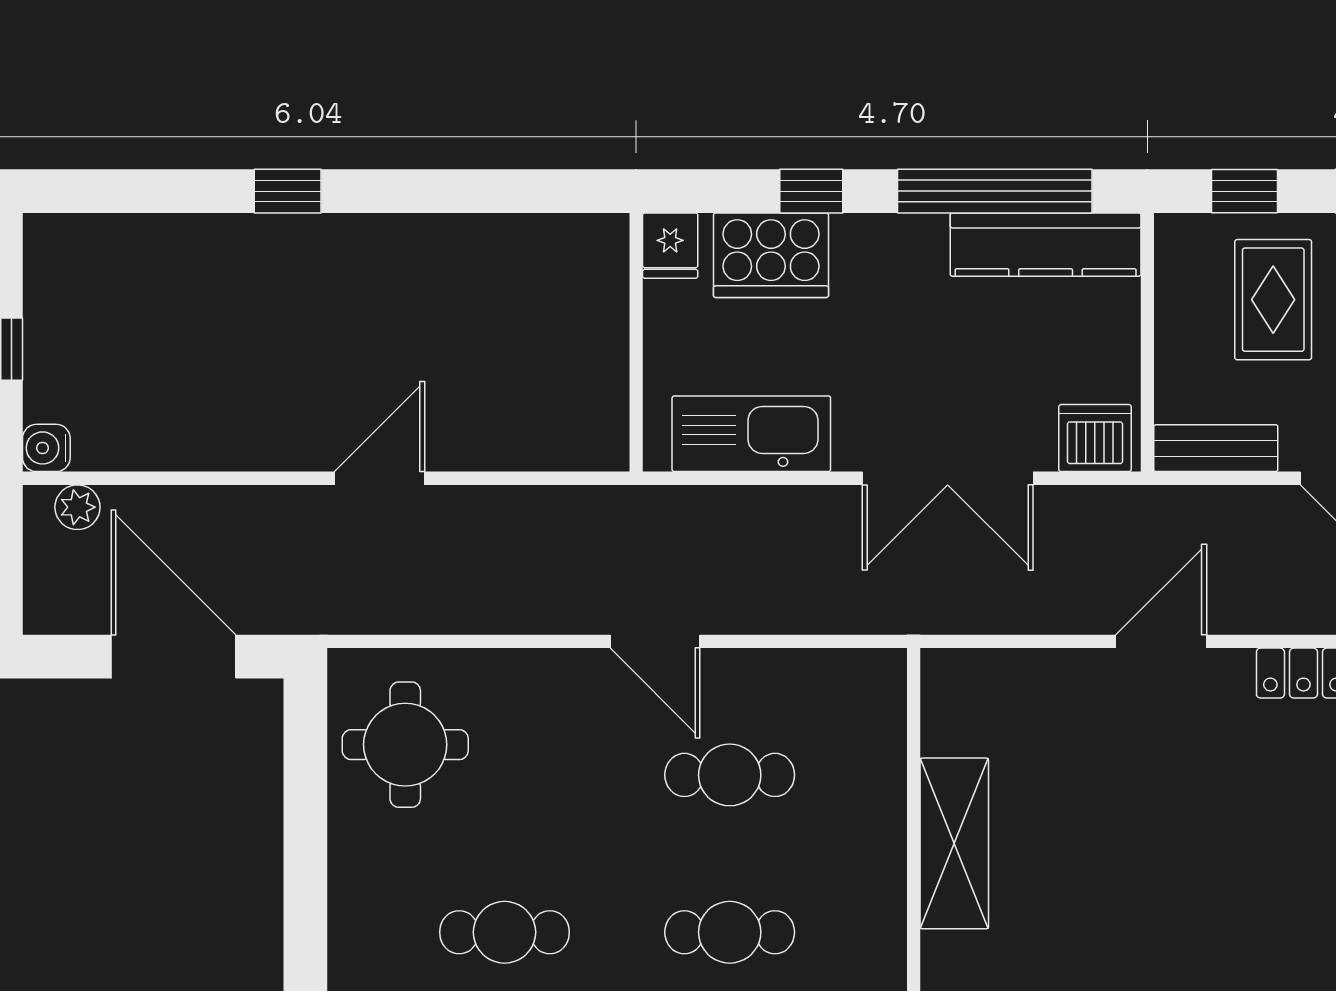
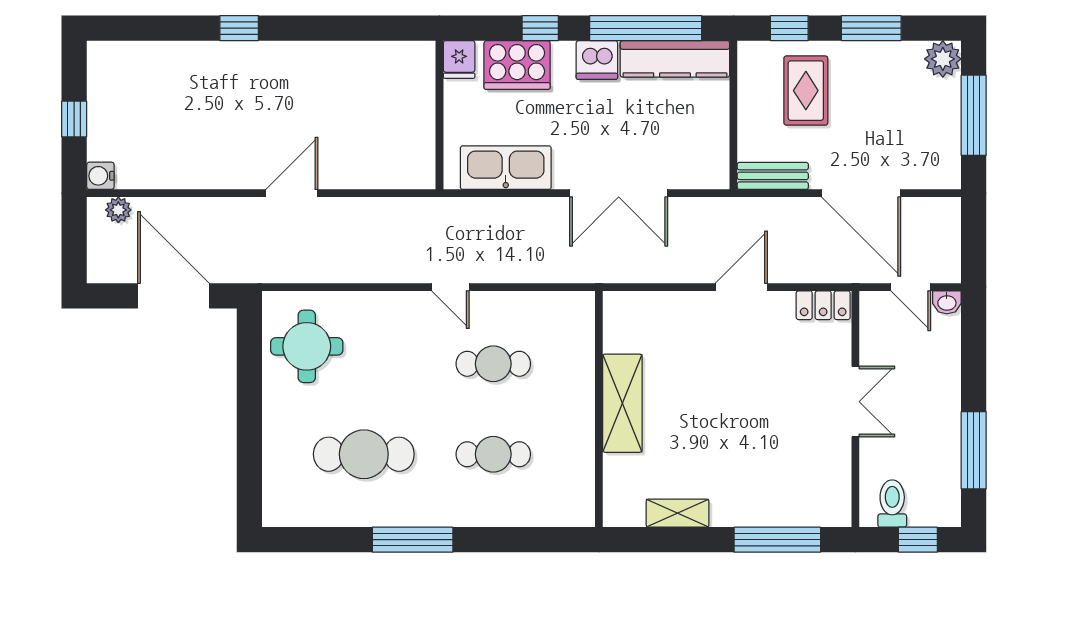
dishwasher: (1095, 438) -> (597, 60), moved, turned 180
door: (655, 641) -> (450, 287), width x0.73
cafe table: (505, 932) -> (364, 454), width x1.37, depth x1.35

